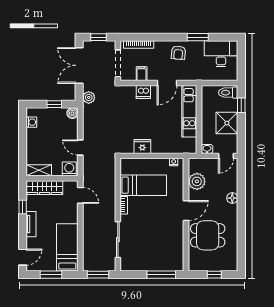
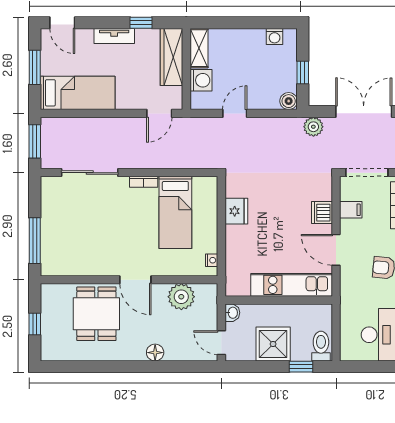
washing machine: (69, 169) -> (201, 80), moved

